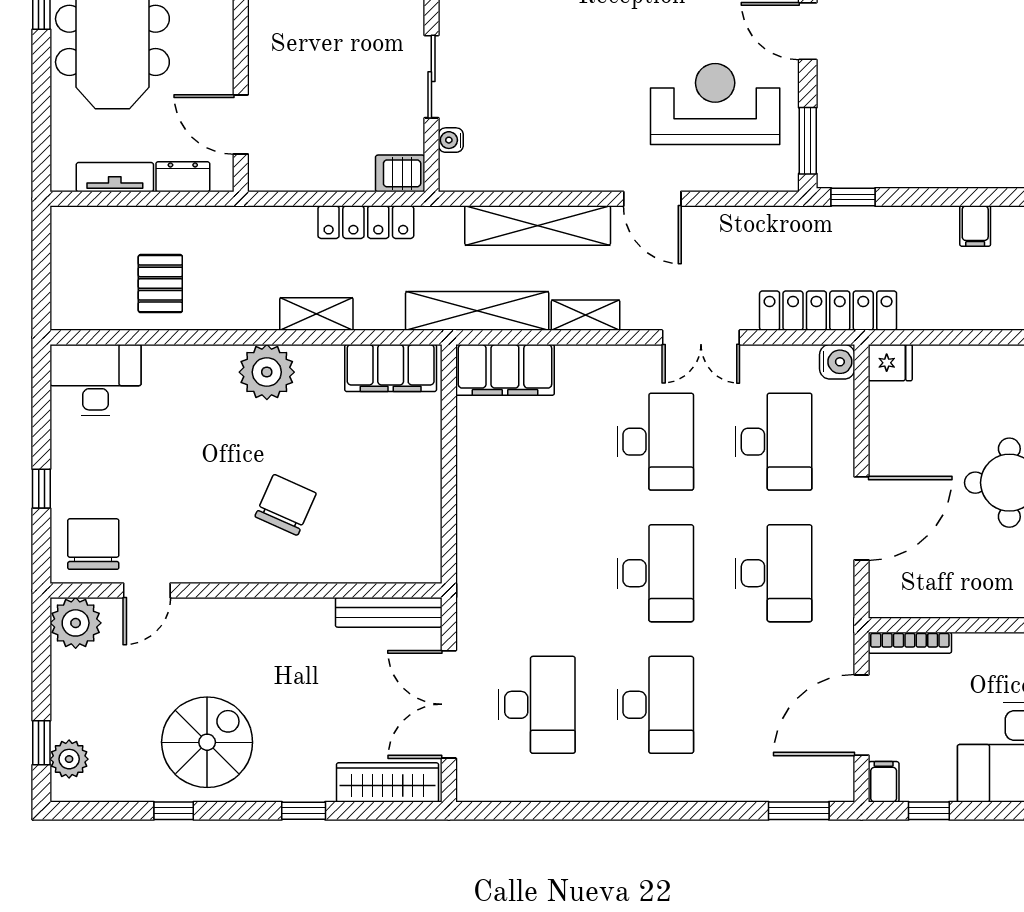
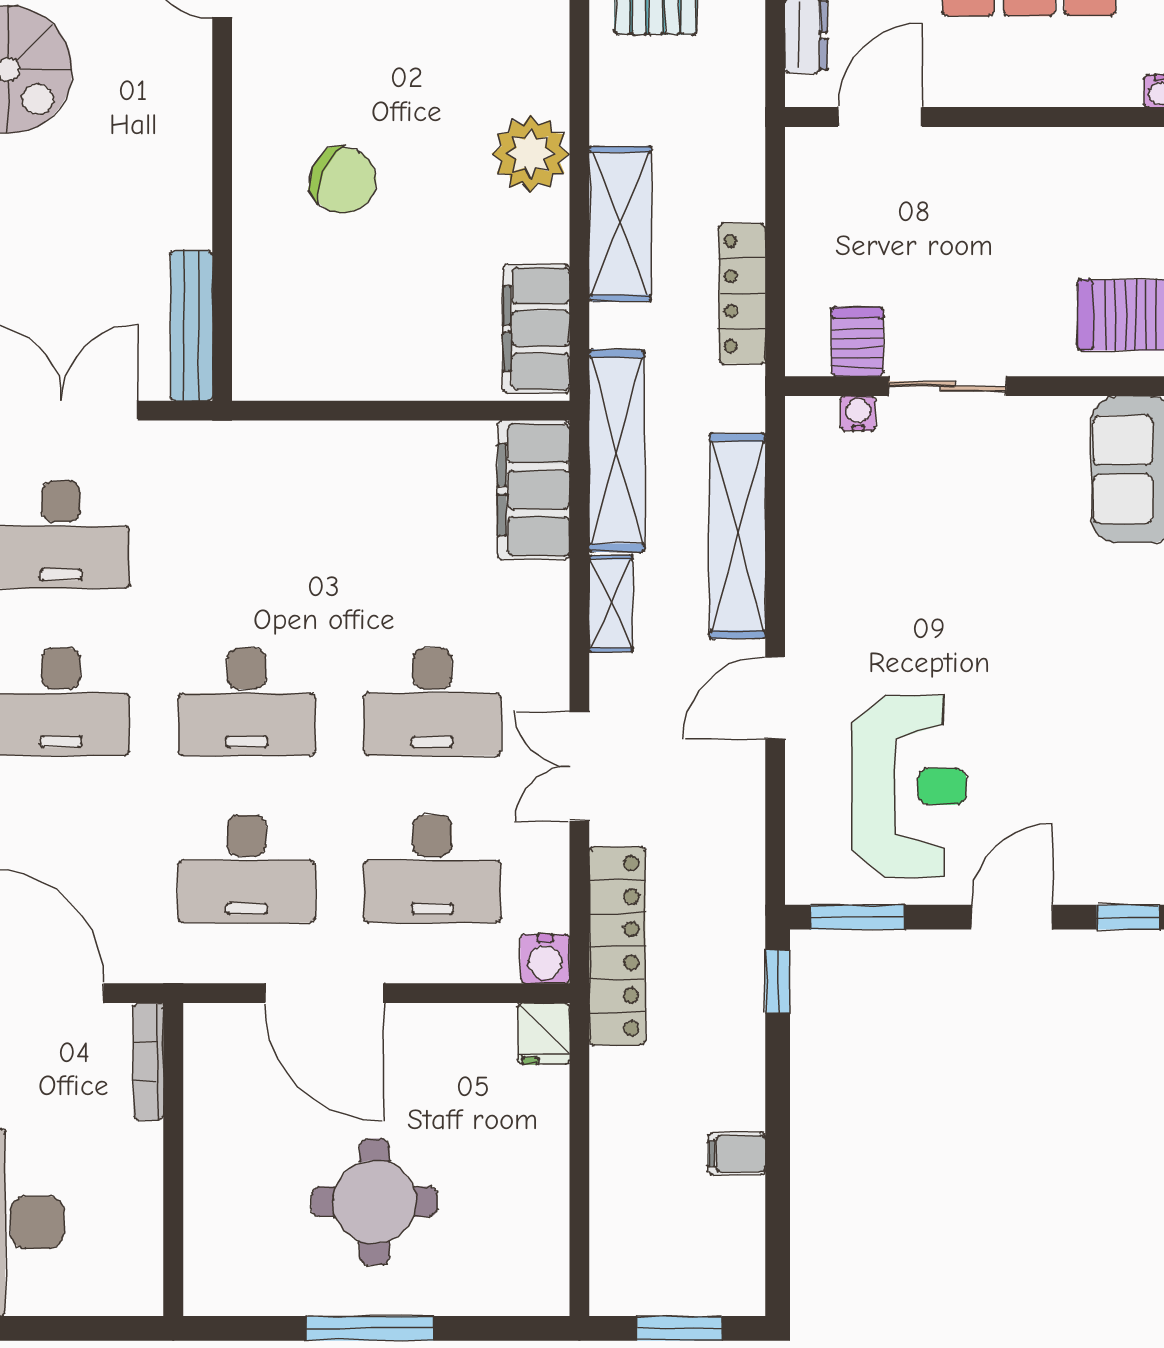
server rack: (400, 173) -> (857, 342), moved
shelving: (316, 314) -> (620, 224), width x1.50, depth x1.33

